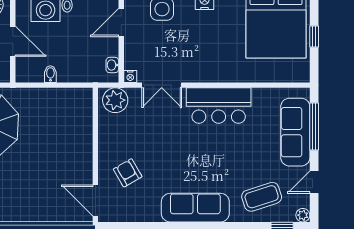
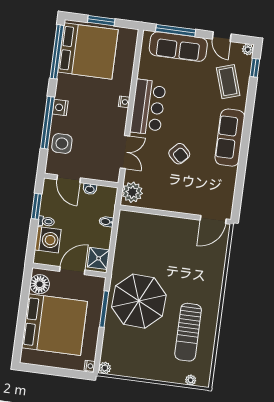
window: (314, 36) -> (101, 21), width x1.50
washbasin: (112, 65) -> (90, 189), moved
shower: (31, 71) -> (99, 258), added
bidet: (50, 74) -> (106, 222), moved
nightstand: (130, 76) -> (124, 102), moved
armchair: (128, 173) -> (179, 154), moved, turned -107

